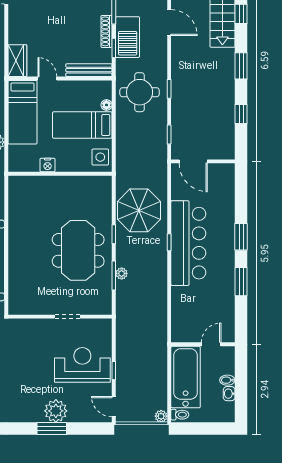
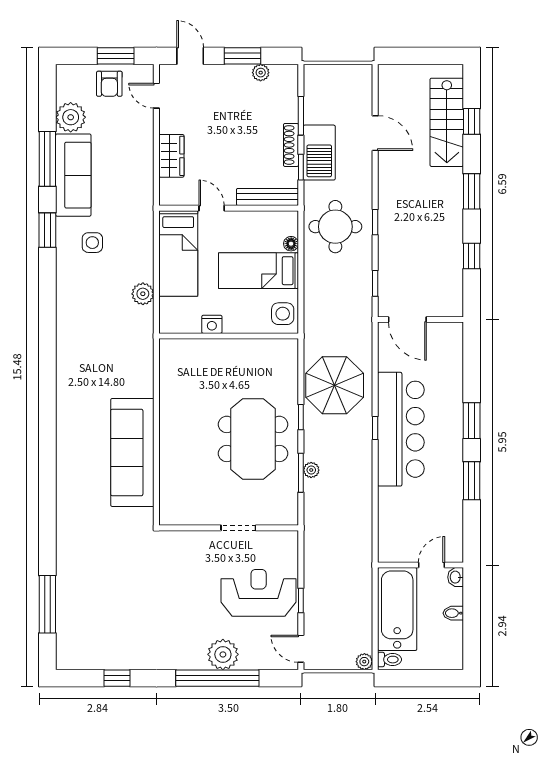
wardrobe: (17, 61) -> (171, 156), moved
washbasin: (229, 394) -> (456, 577), moved
window: (52, 429) -> (217, 678), width x2.11

